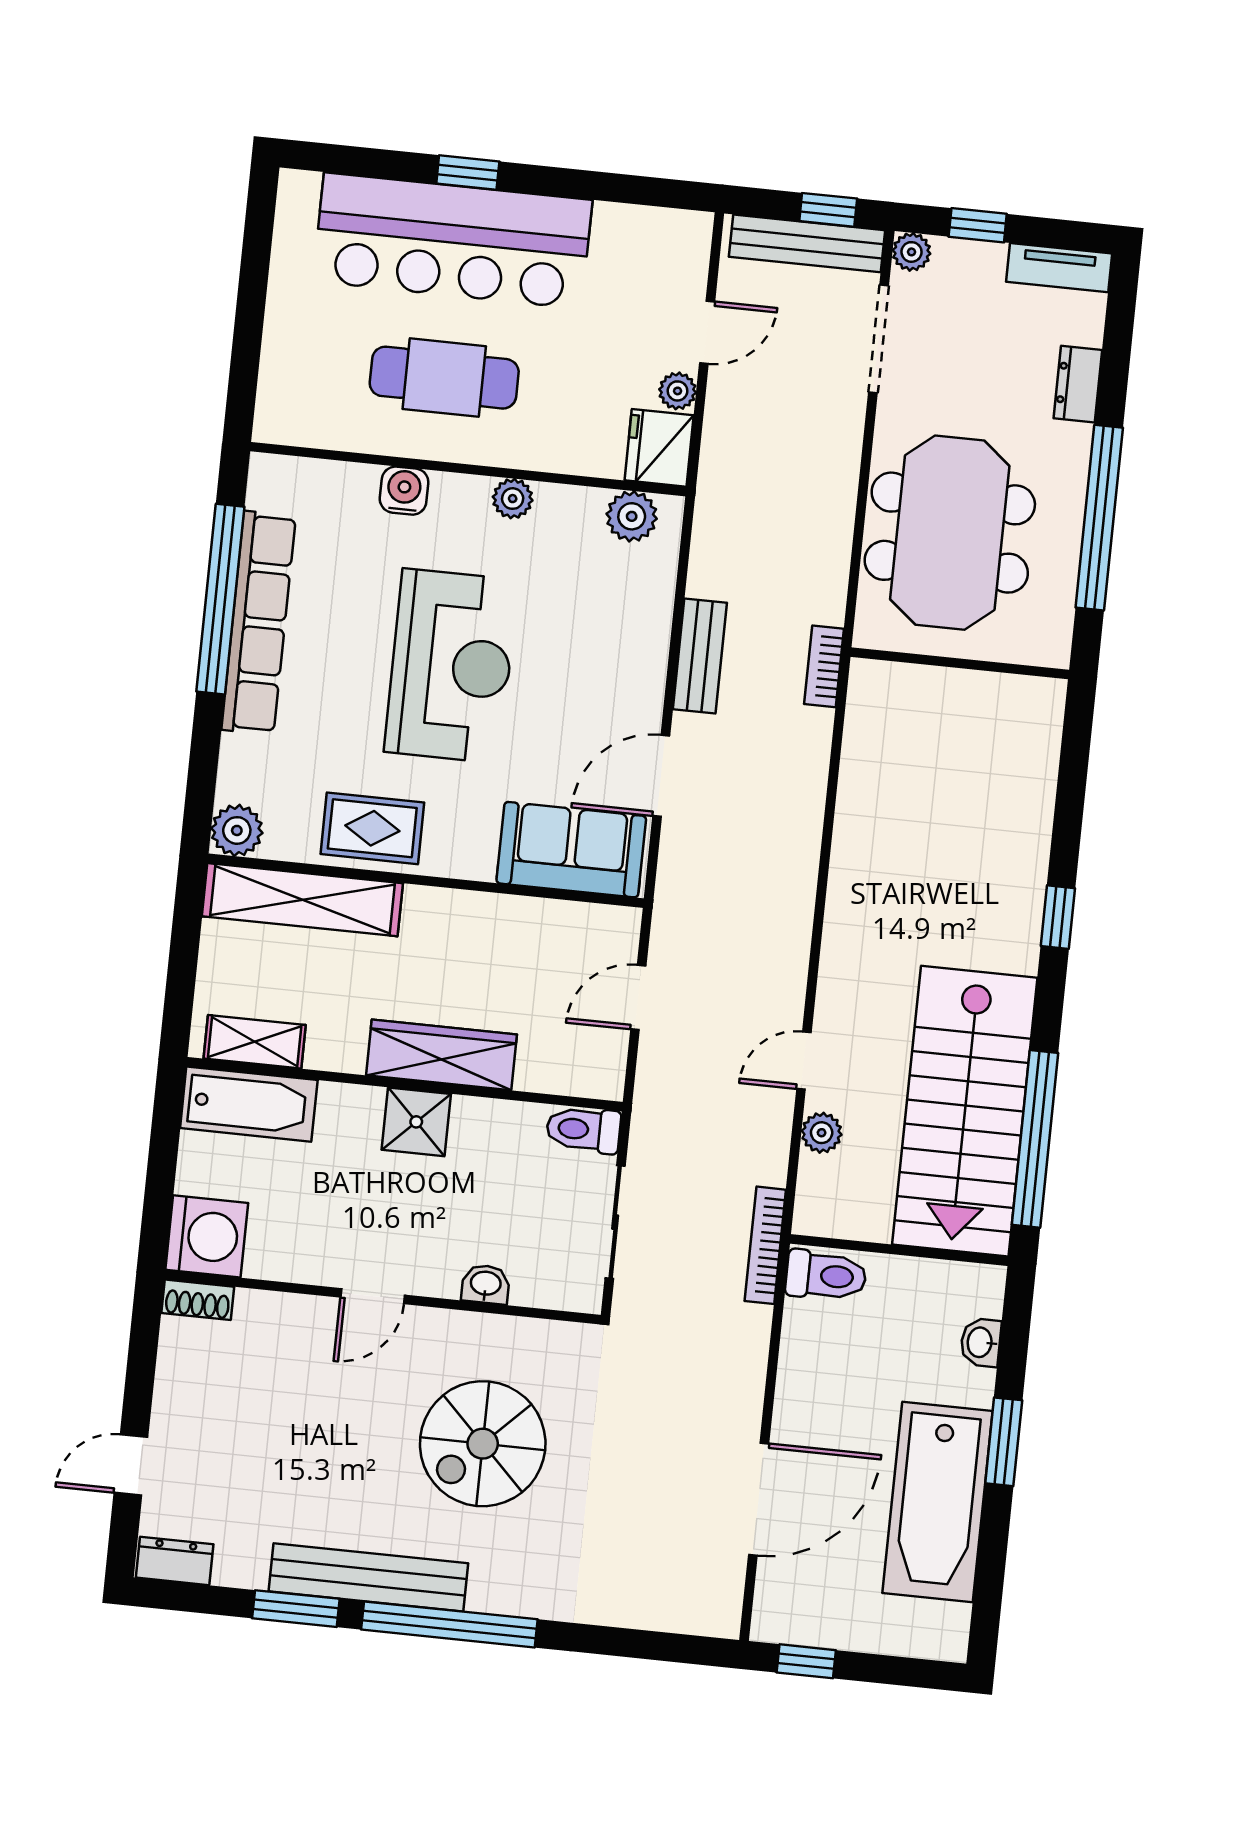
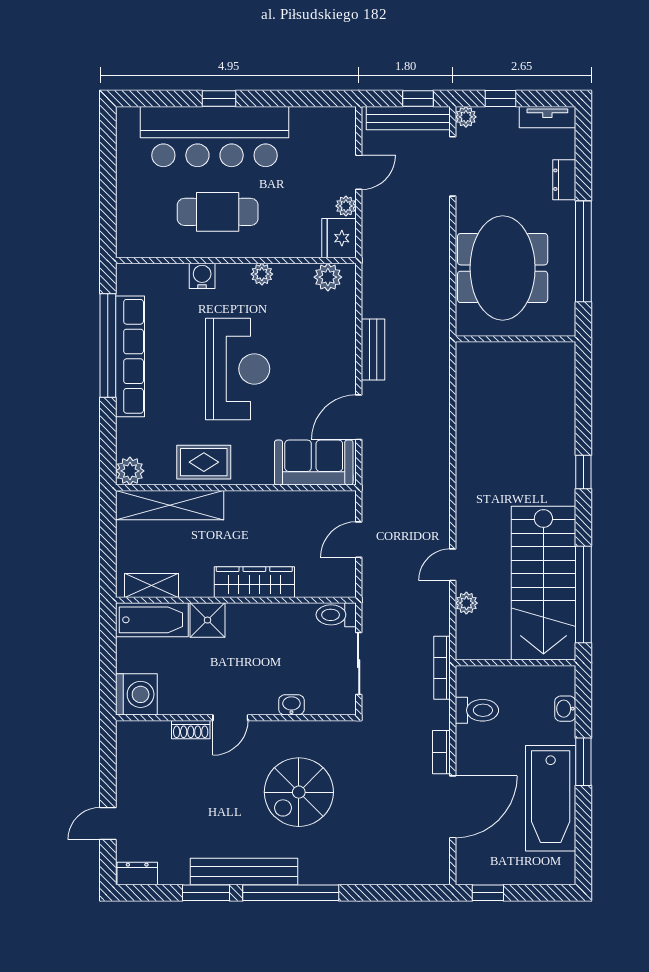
bookcase: (824, 666) -> (441, 752), moved
shower: (416, 1122) -> (208, 620), moved
toilet: (826, 1276) -> (477, 710), moved
shoe rack: (198, 1300) -> (191, 730), moved

